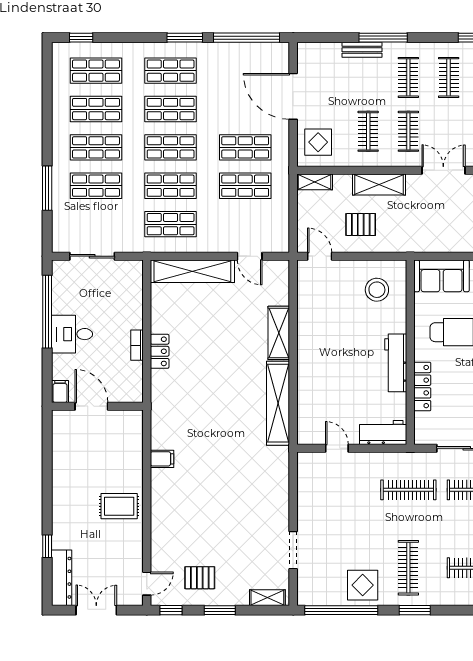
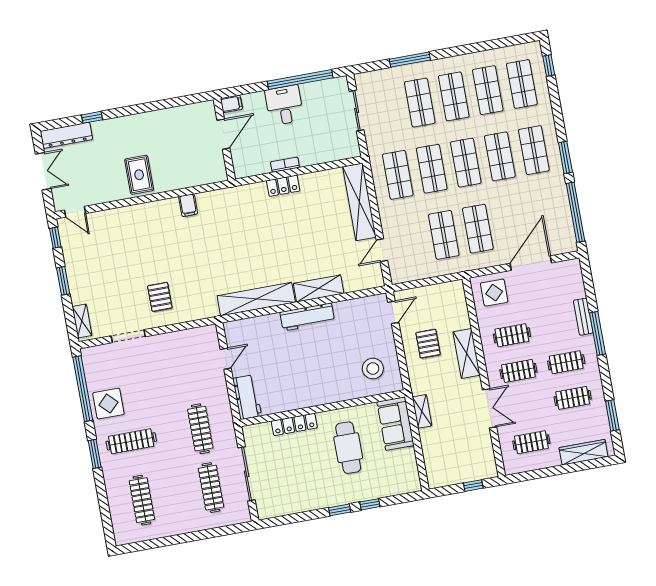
shelving: (315, 182) -> (422, 411), moved
workbench: (396, 363) -> (307, 317), moved, turned 180
pallet: (200, 578) -> (160, 297), moved

